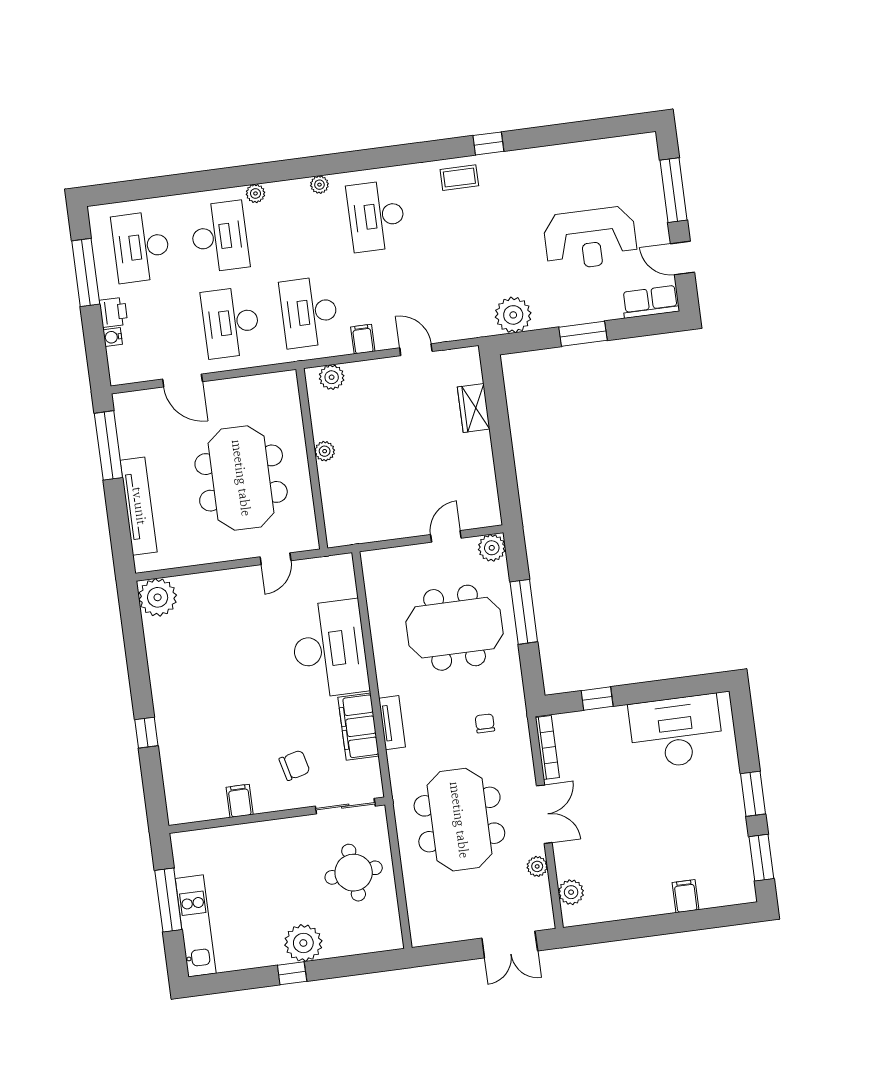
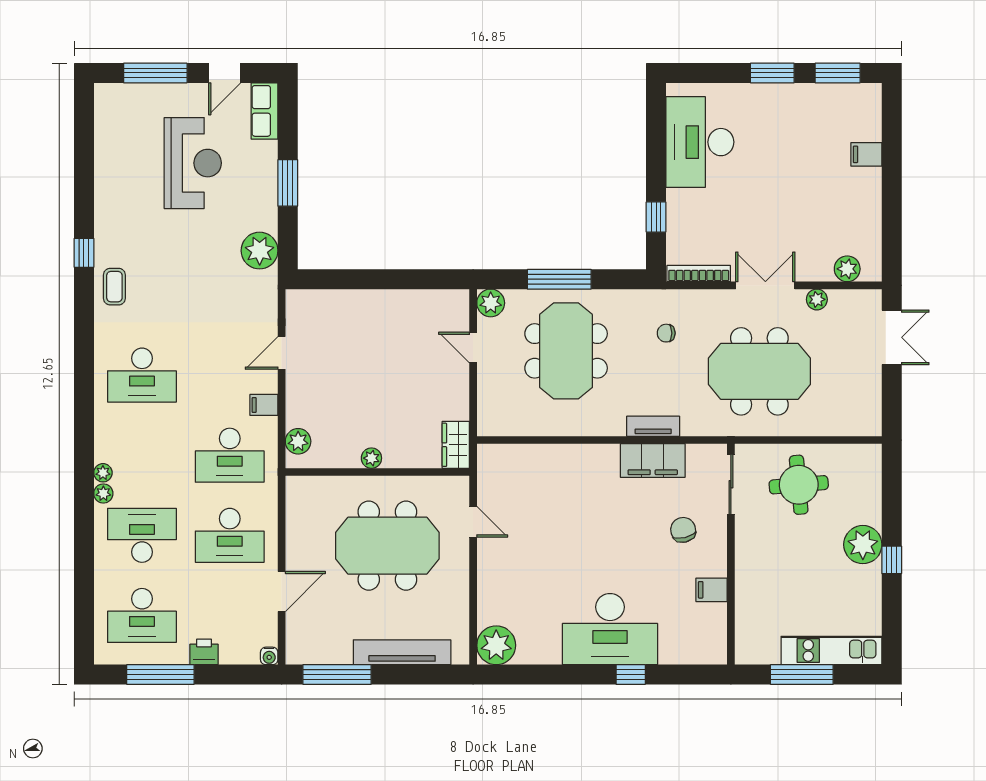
plant: (319, 185) -> (103, 473), moved
water cooler: (113, 337) -> (269, 656), moved
wardrobe: (474, 408) -> (456, 445), moved, turned 90
desk: (330, 649) -> (610, 629), moved, turned 180

